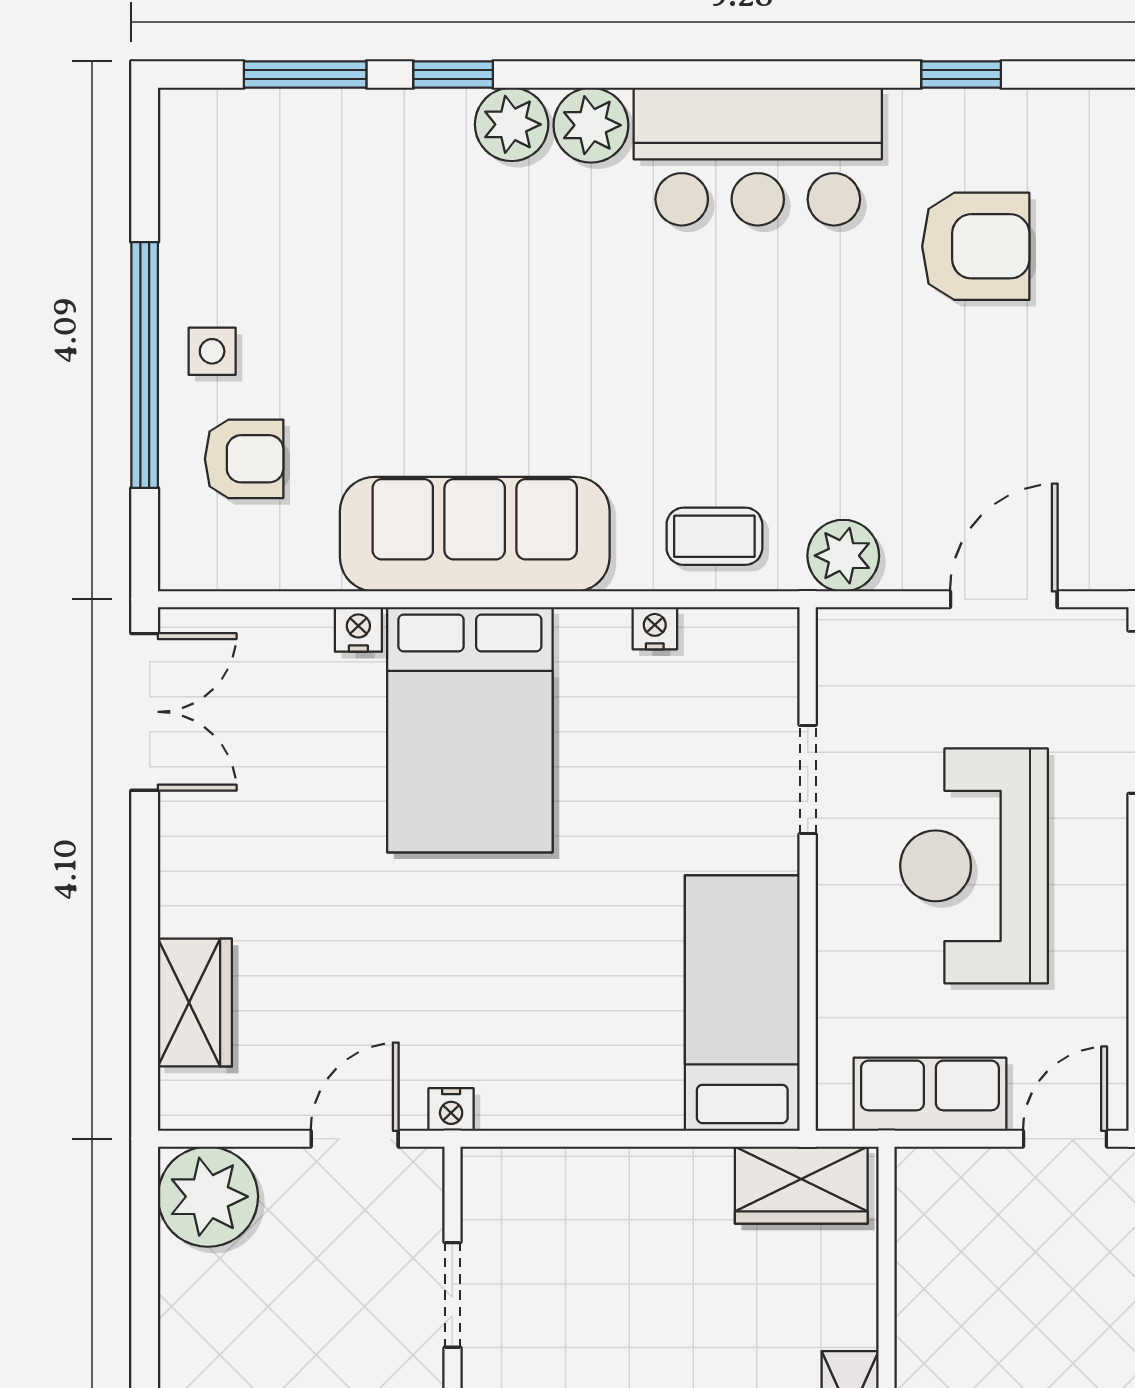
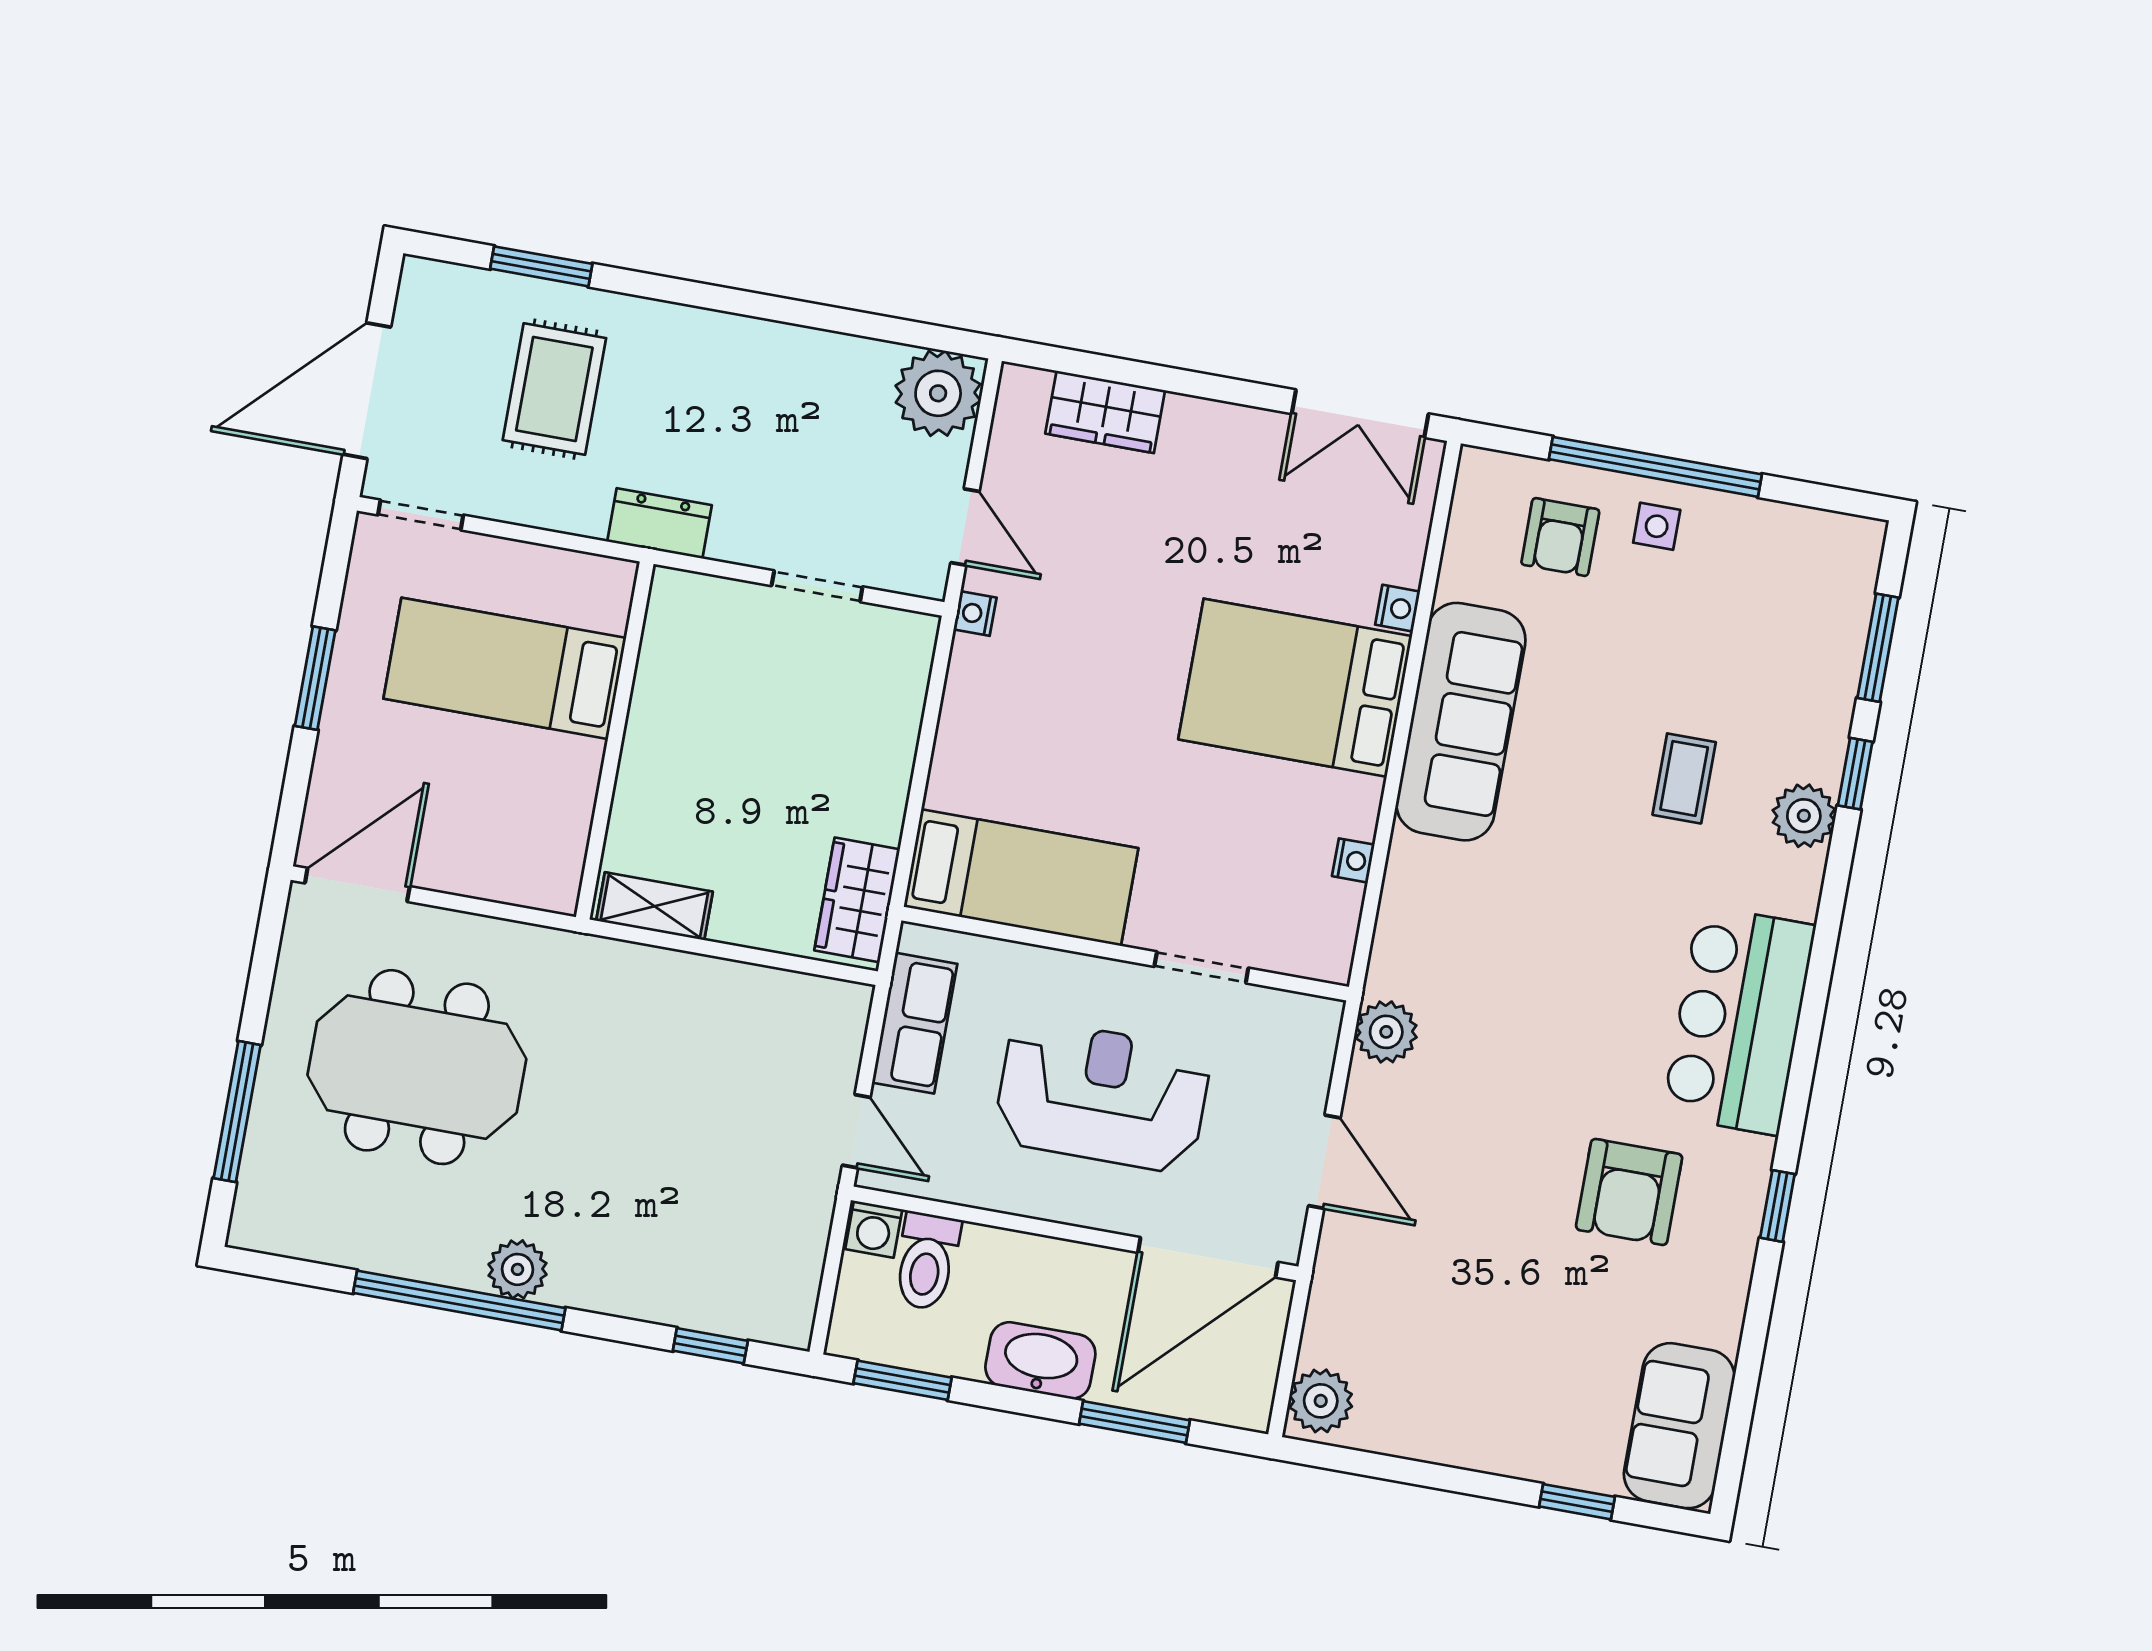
plant: (591, 125) -> (1791, 883), removed
coffee table: (714, 536) -> (1684, 778), moved

